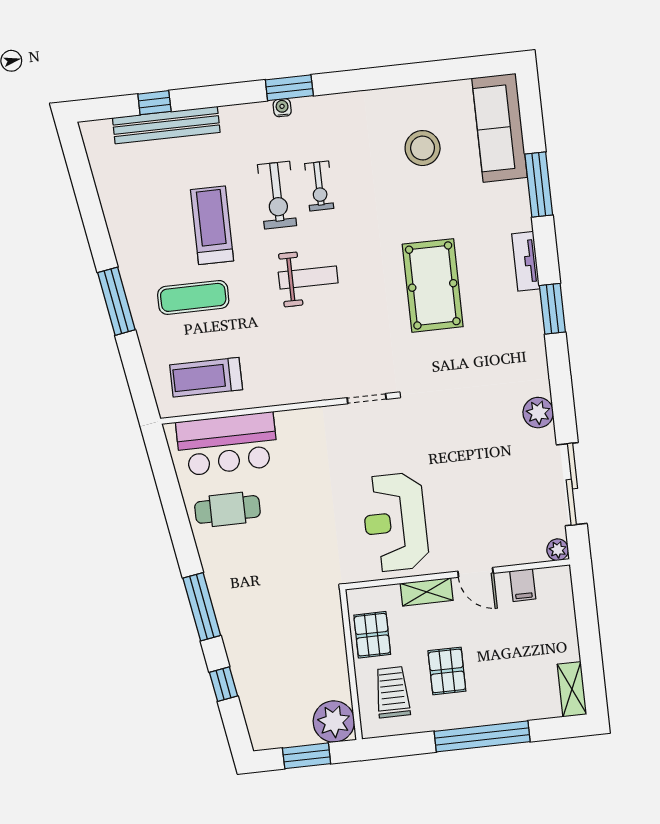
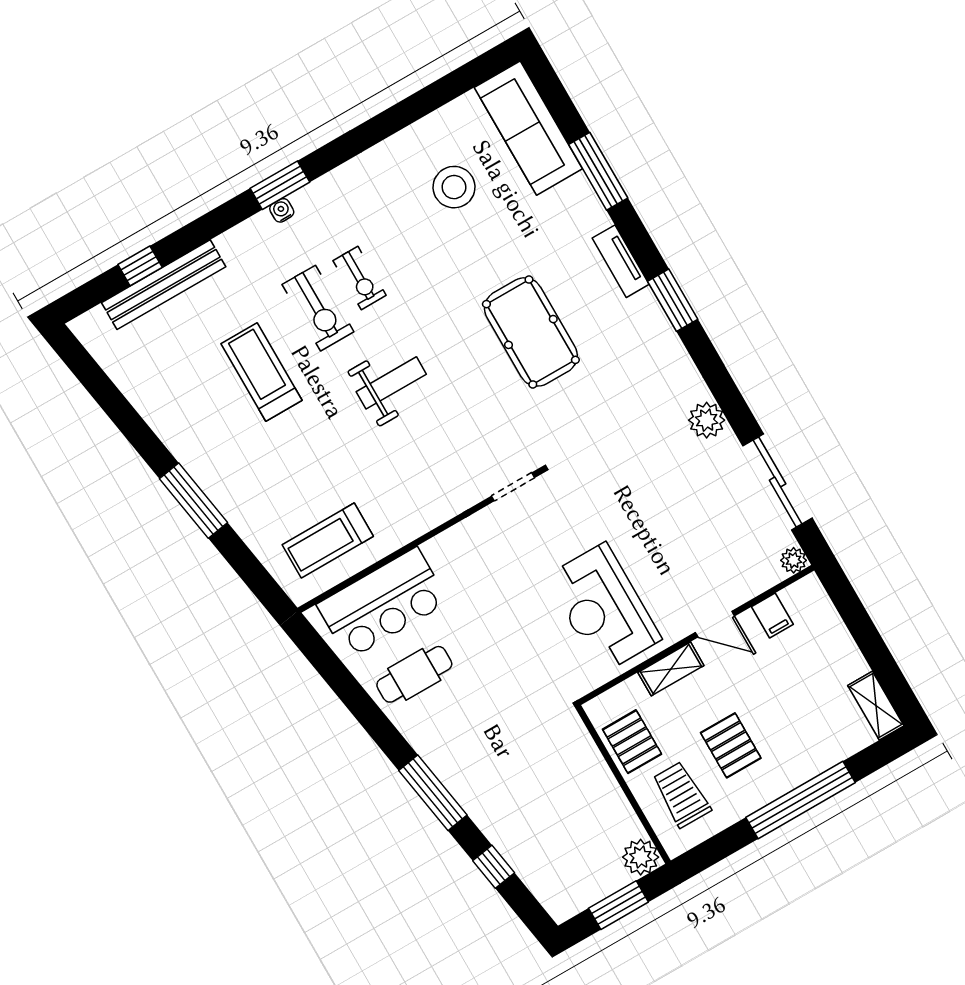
exercise mat: (193, 297) -> (276, 460), removed
plant: (334, 722) -> (641, 857), width x0.73, depth x0.73

